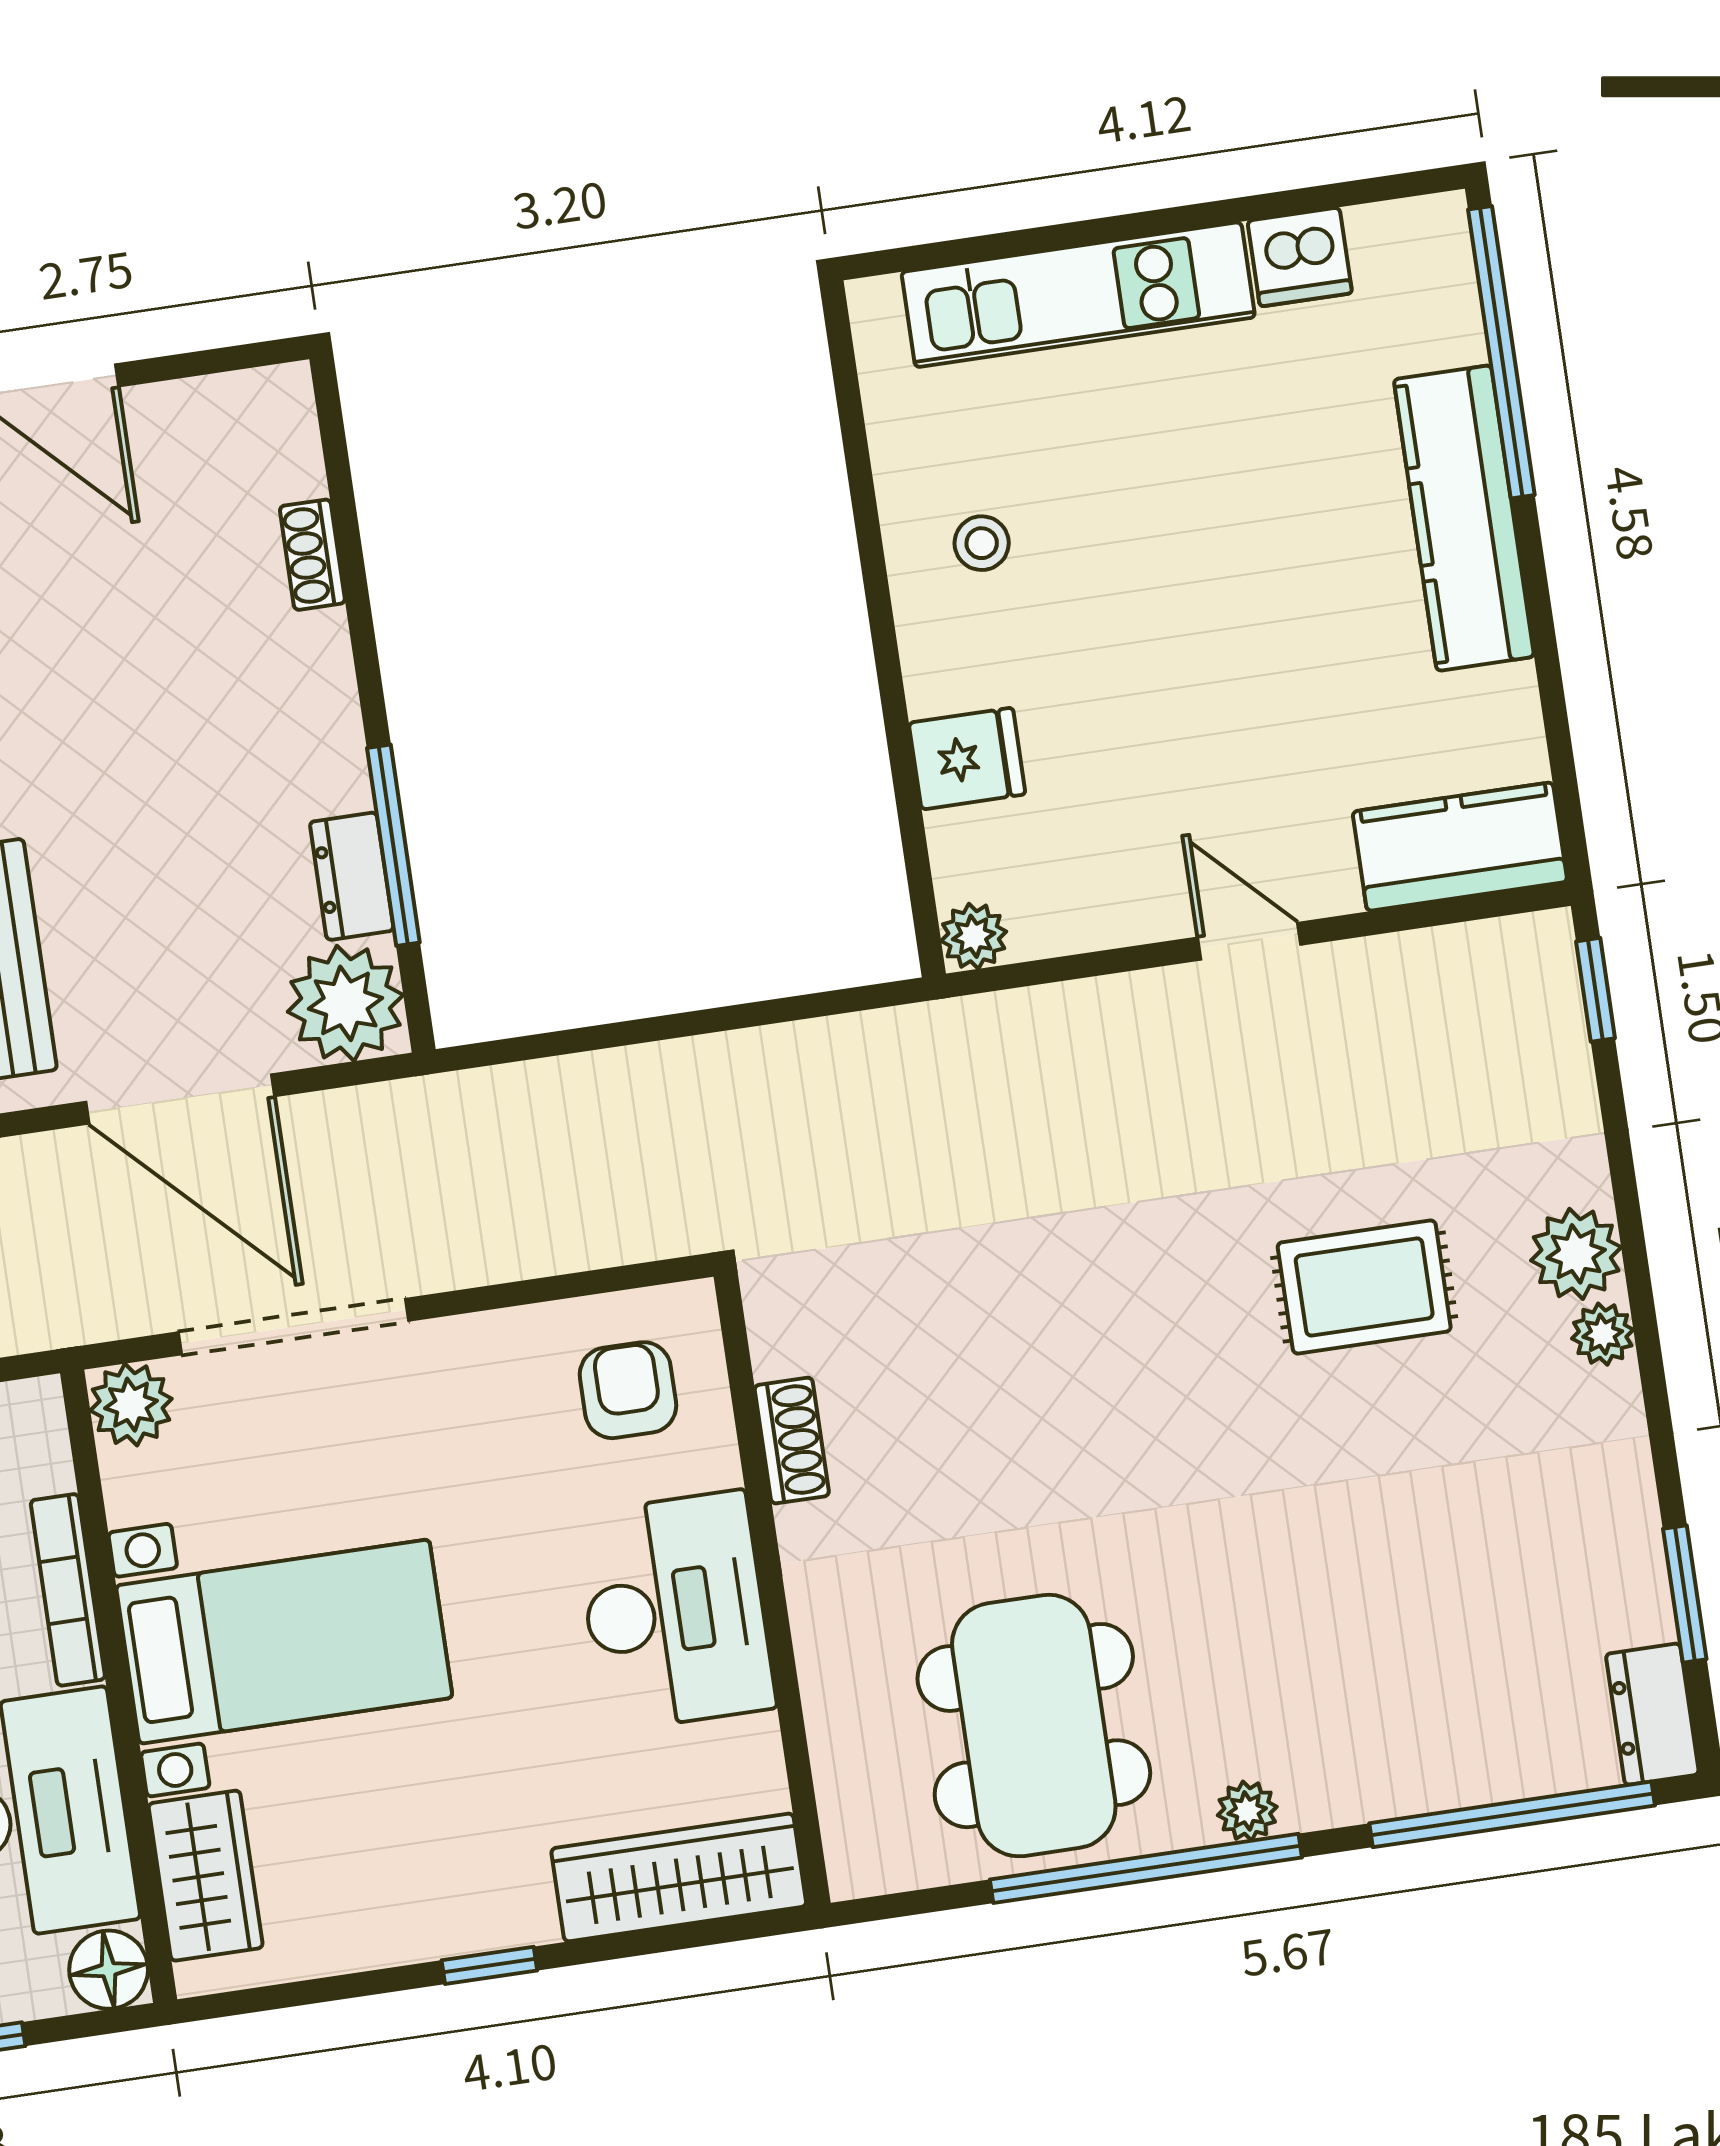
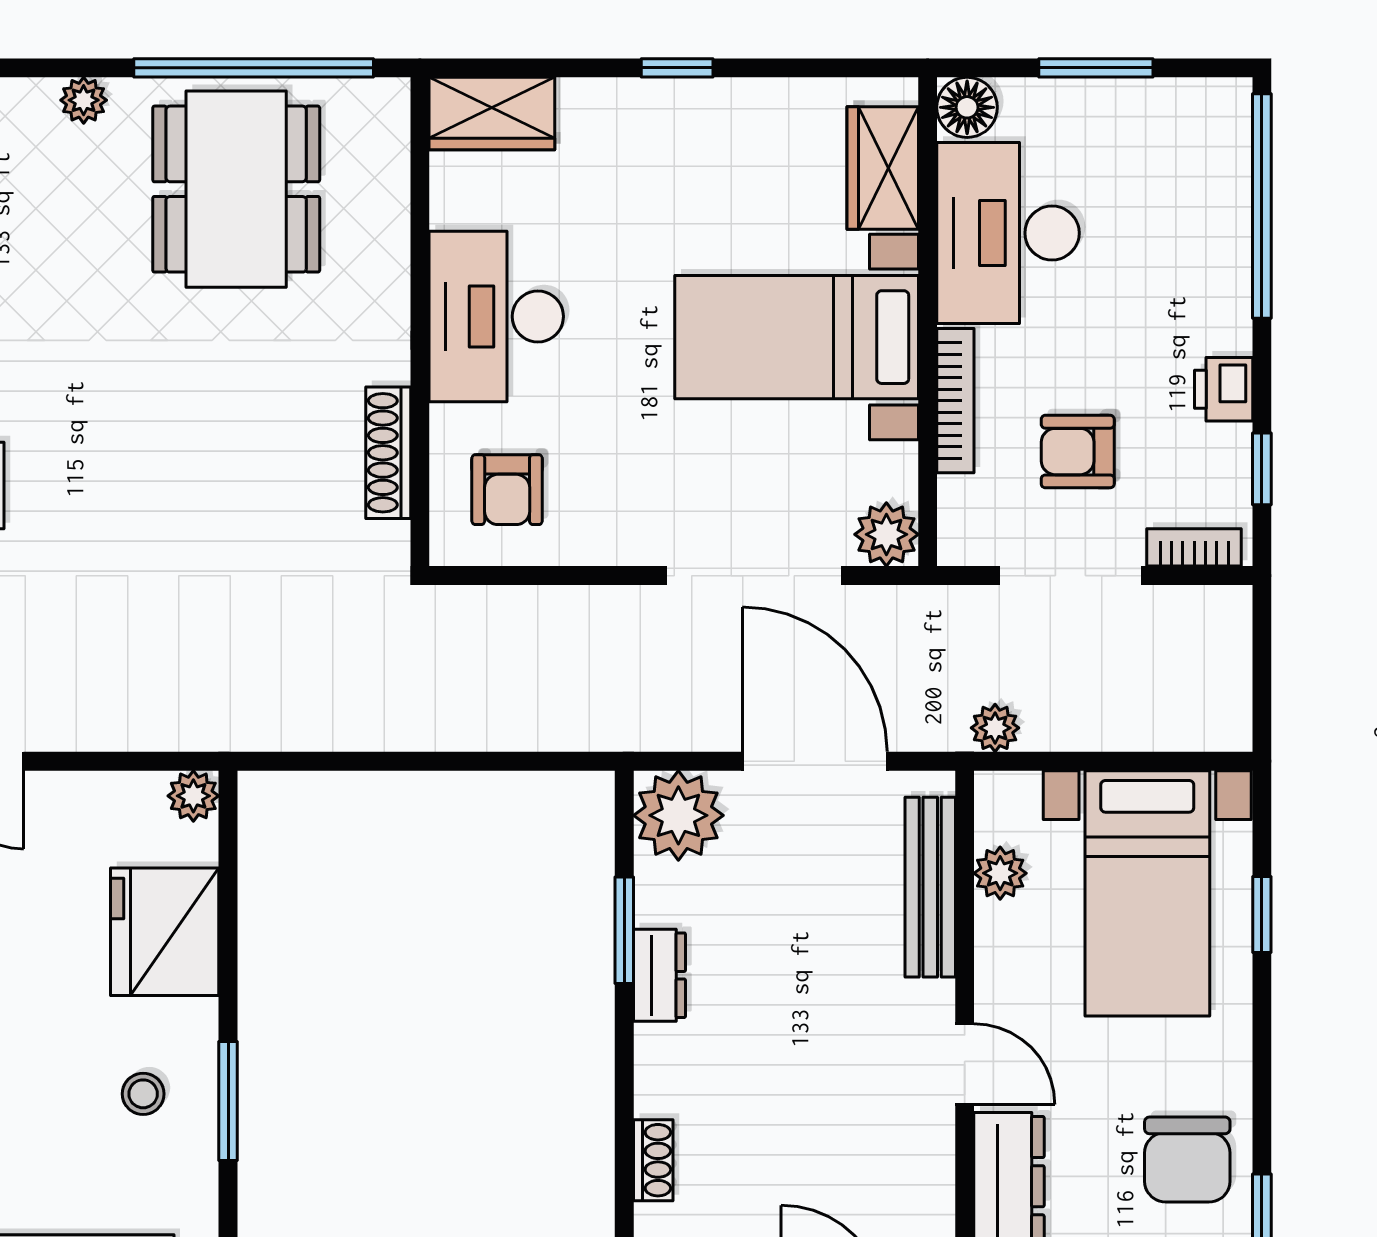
window: (871, 550) -> (228, 1101), added
fridge: (967, 759) -> (165, 932), width x1.88, depth x1.34
window: (393, 845) -> (624, 930), width x0.69
dresser: (352, 876) -> (659, 975), moved
shoe rack: (792, 1441) -> (388, 453), width x1.43
window: (1146, 1868) -> (254, 68), moved
wardrobe: (679, 1877) -> (492, 114), width x0.67

